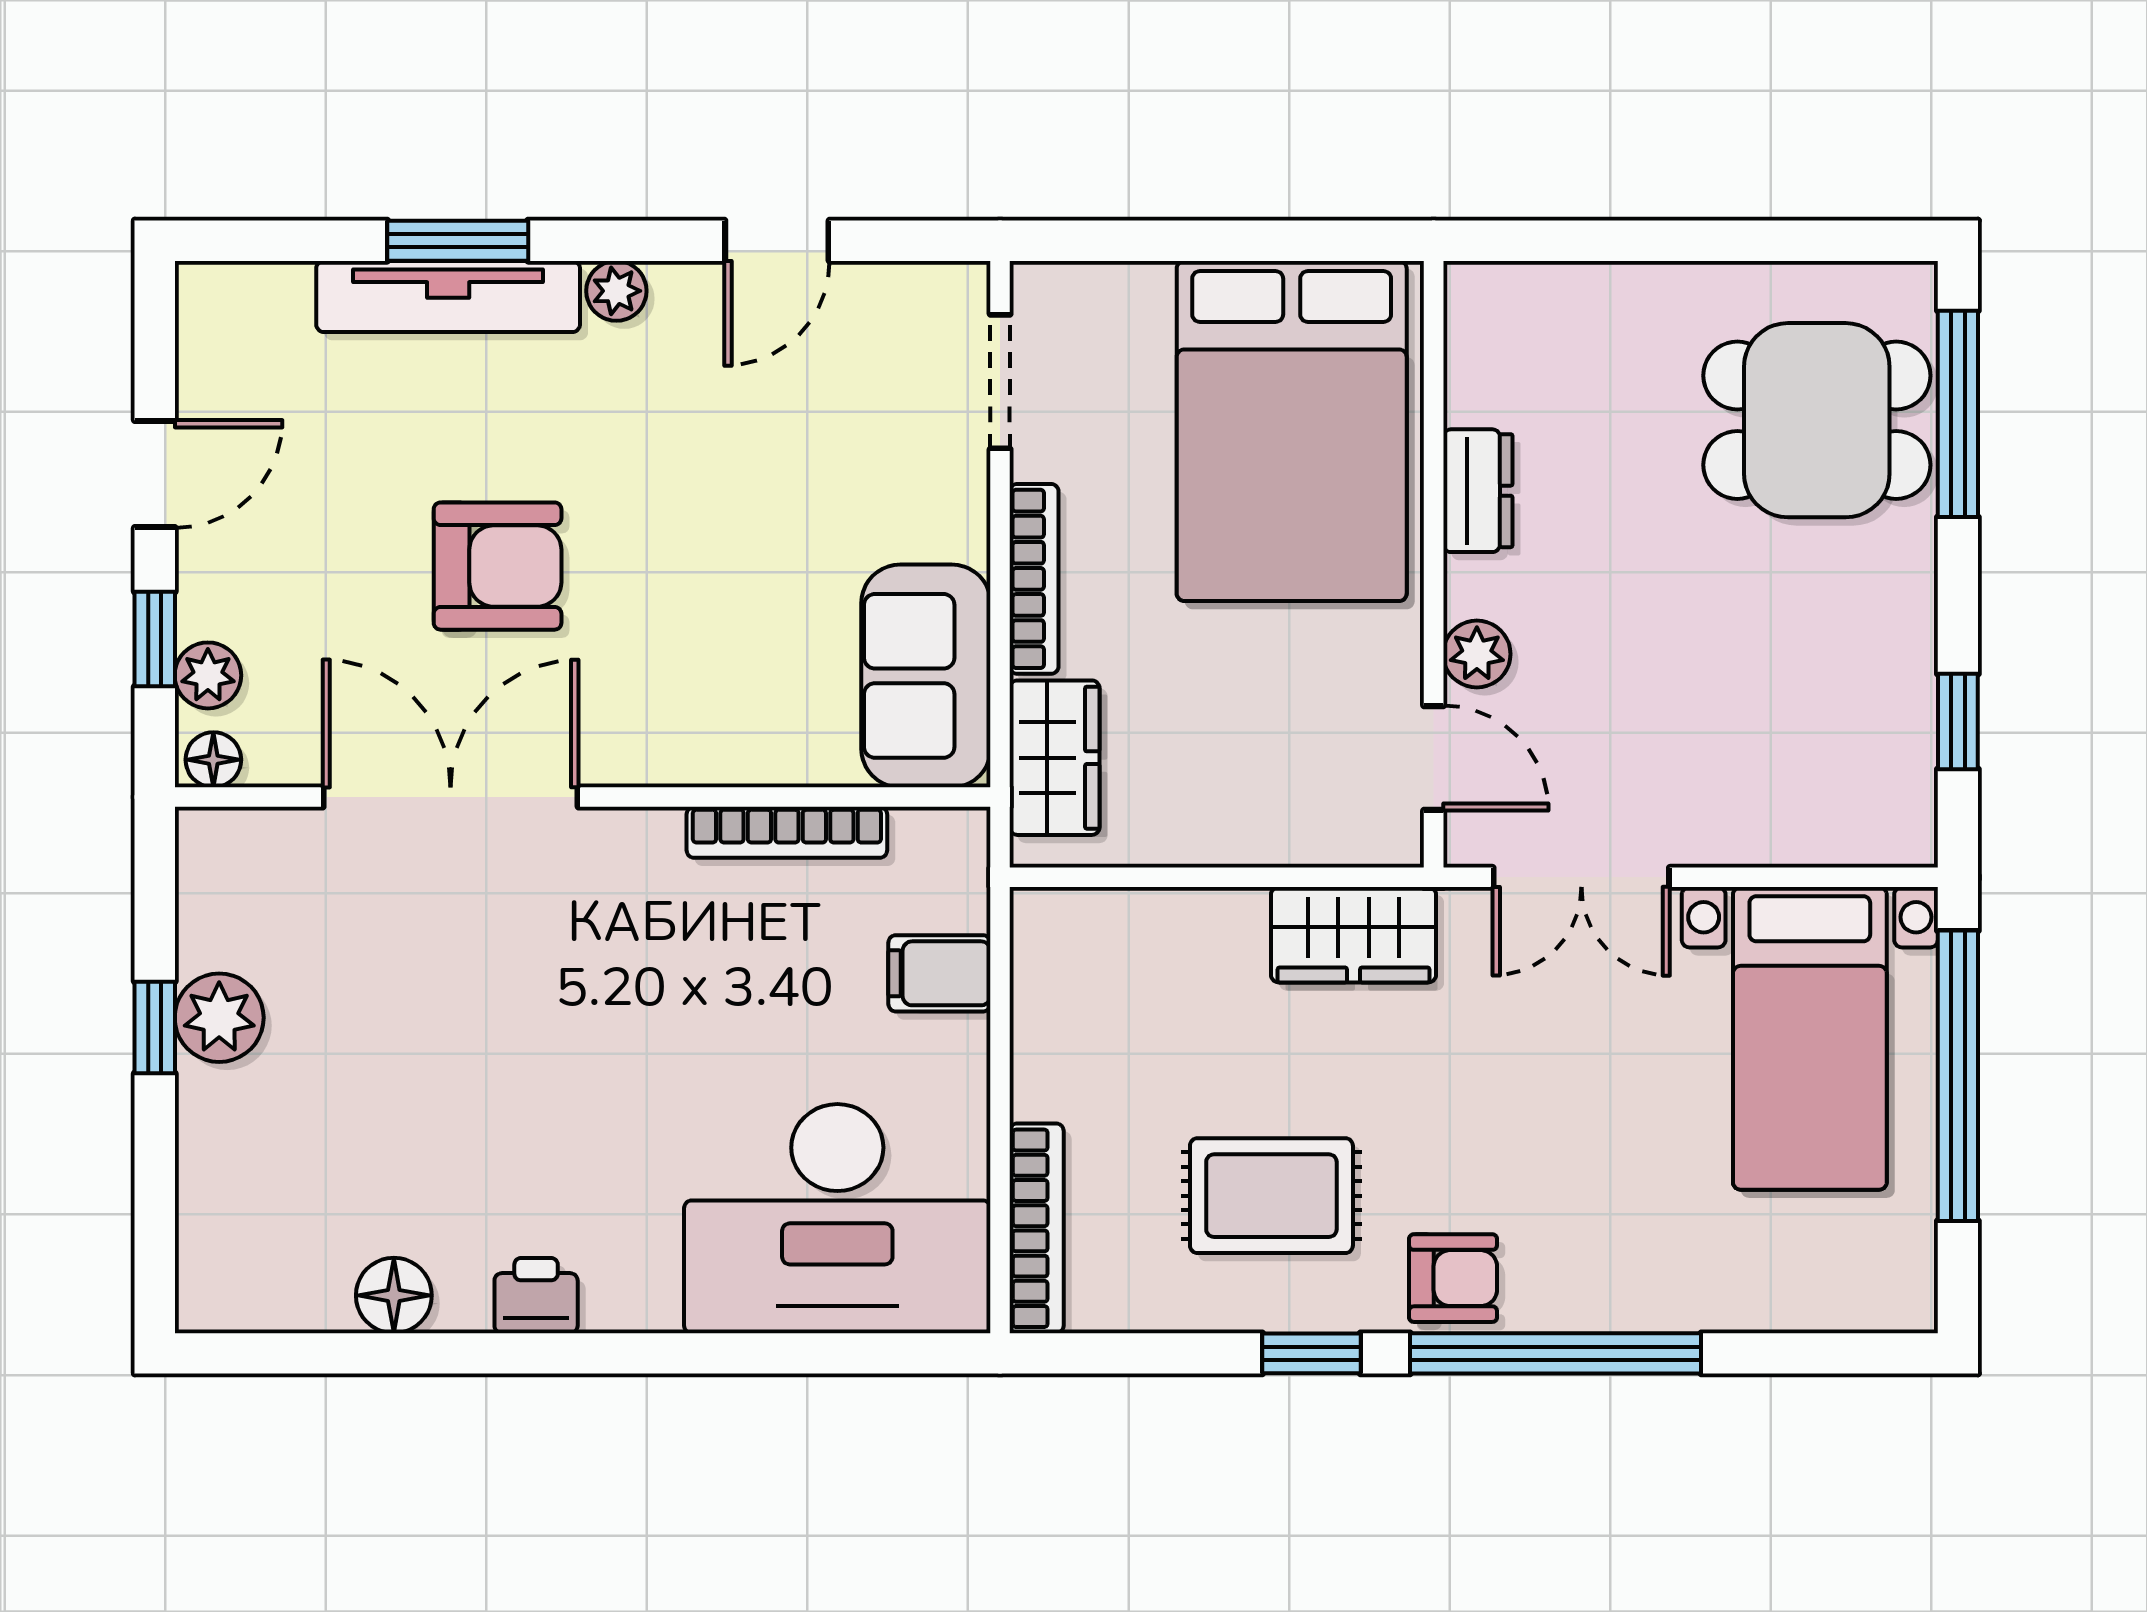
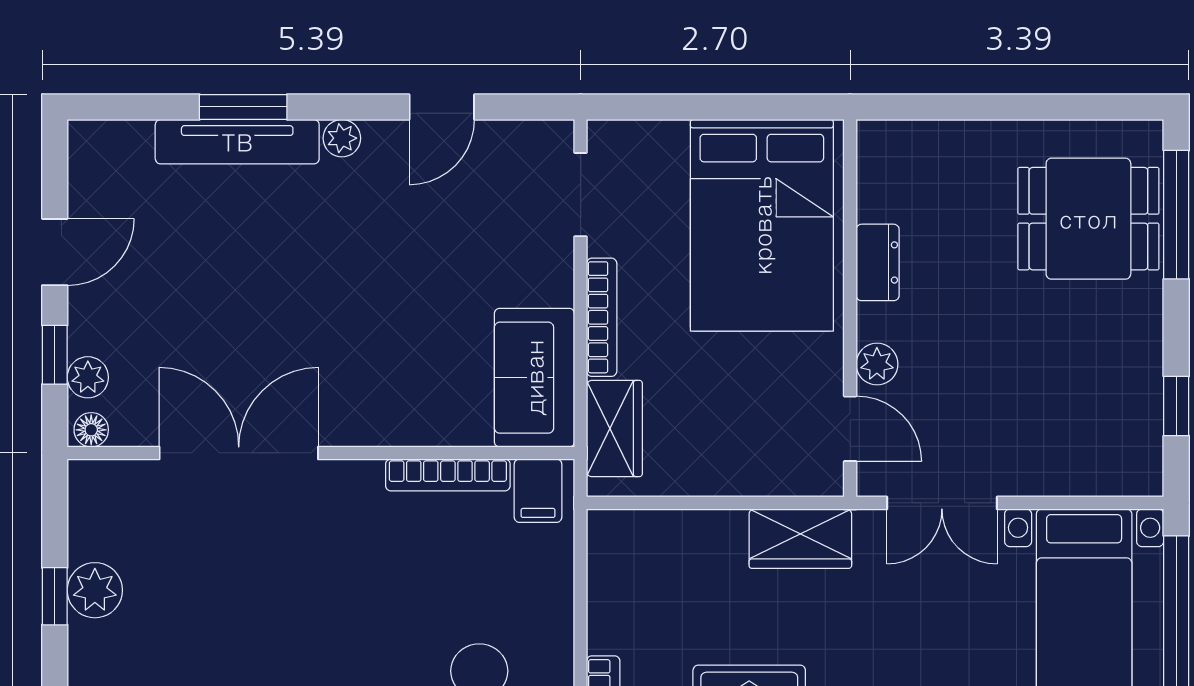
armchair: (498, 566) -> (268, 309), removed
filing cabinet: (939, 973) -> (538, 491), moved, turned -90

